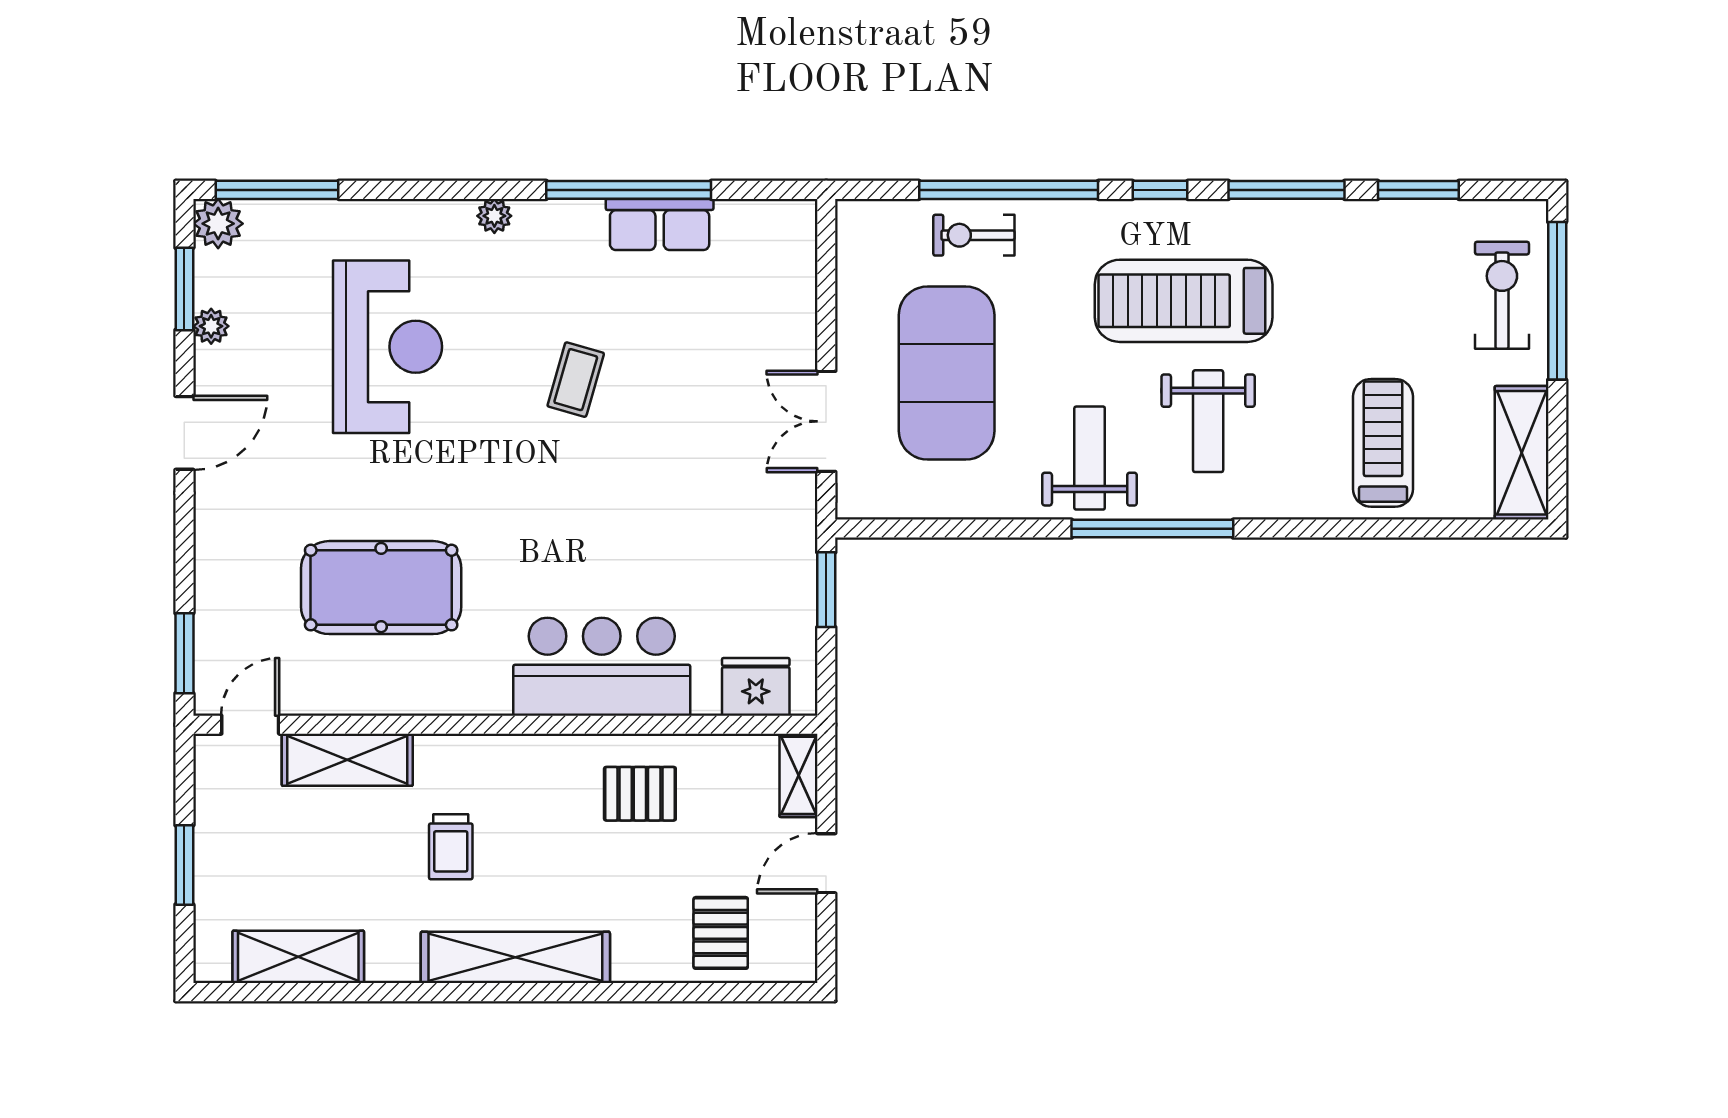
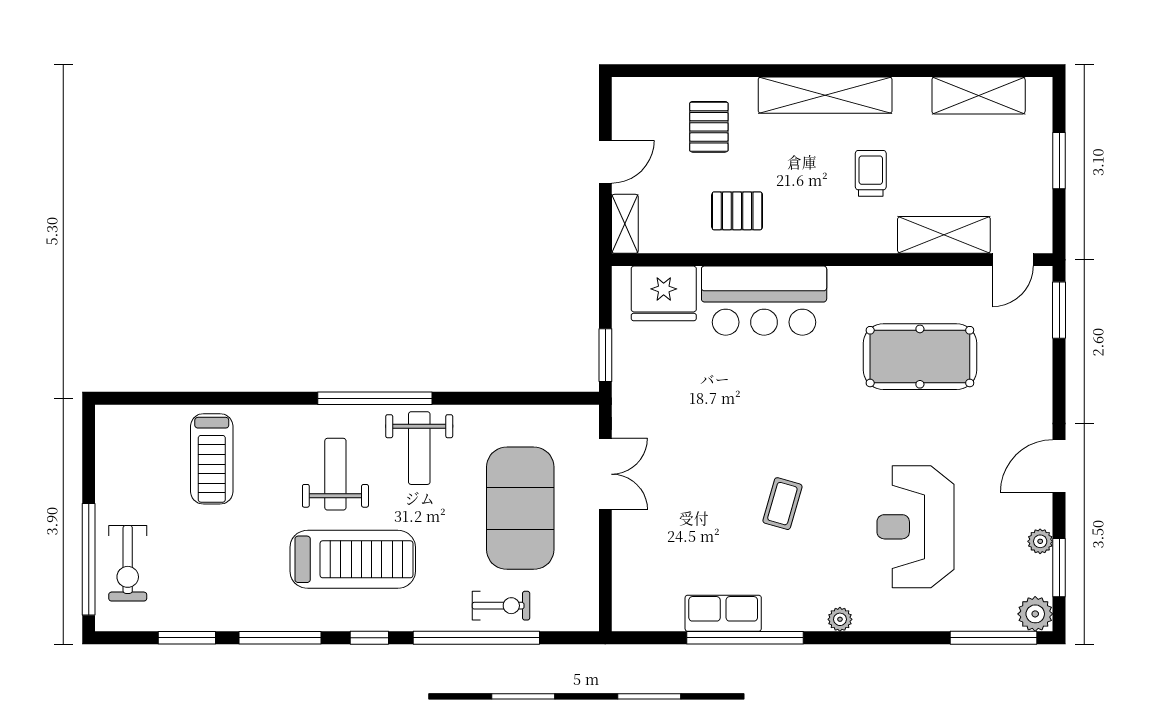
shelving: (1522, 453) -> (114, 452), removed
fridge: (756, 687) -> (664, 293), width x1.36, depth x1.34
pallet: (721, 933) -> (709, 127), moved

